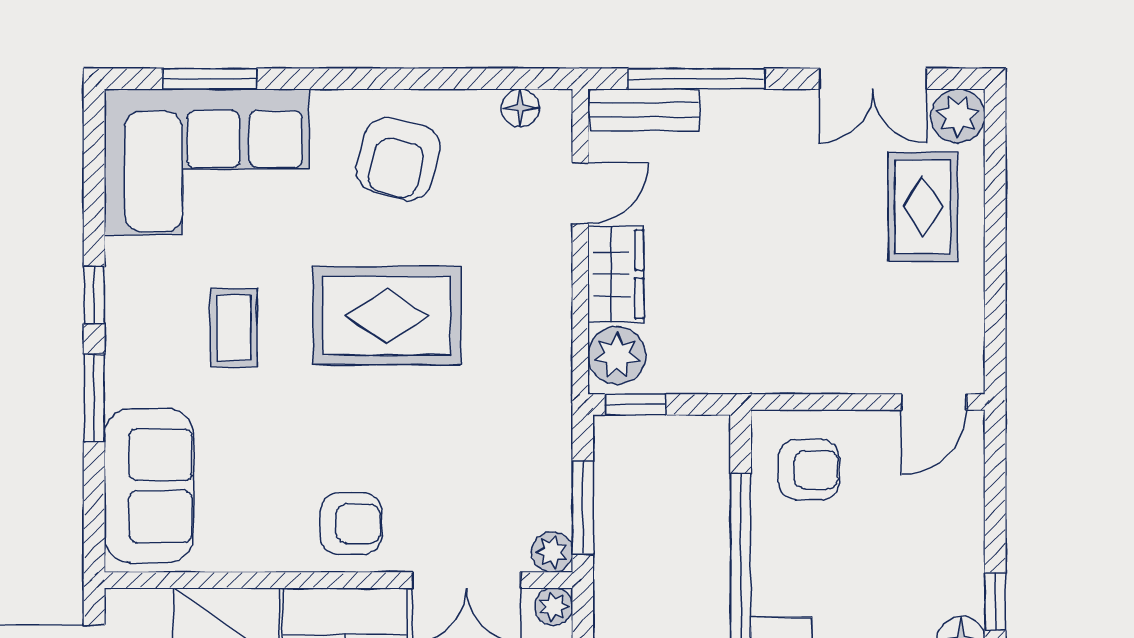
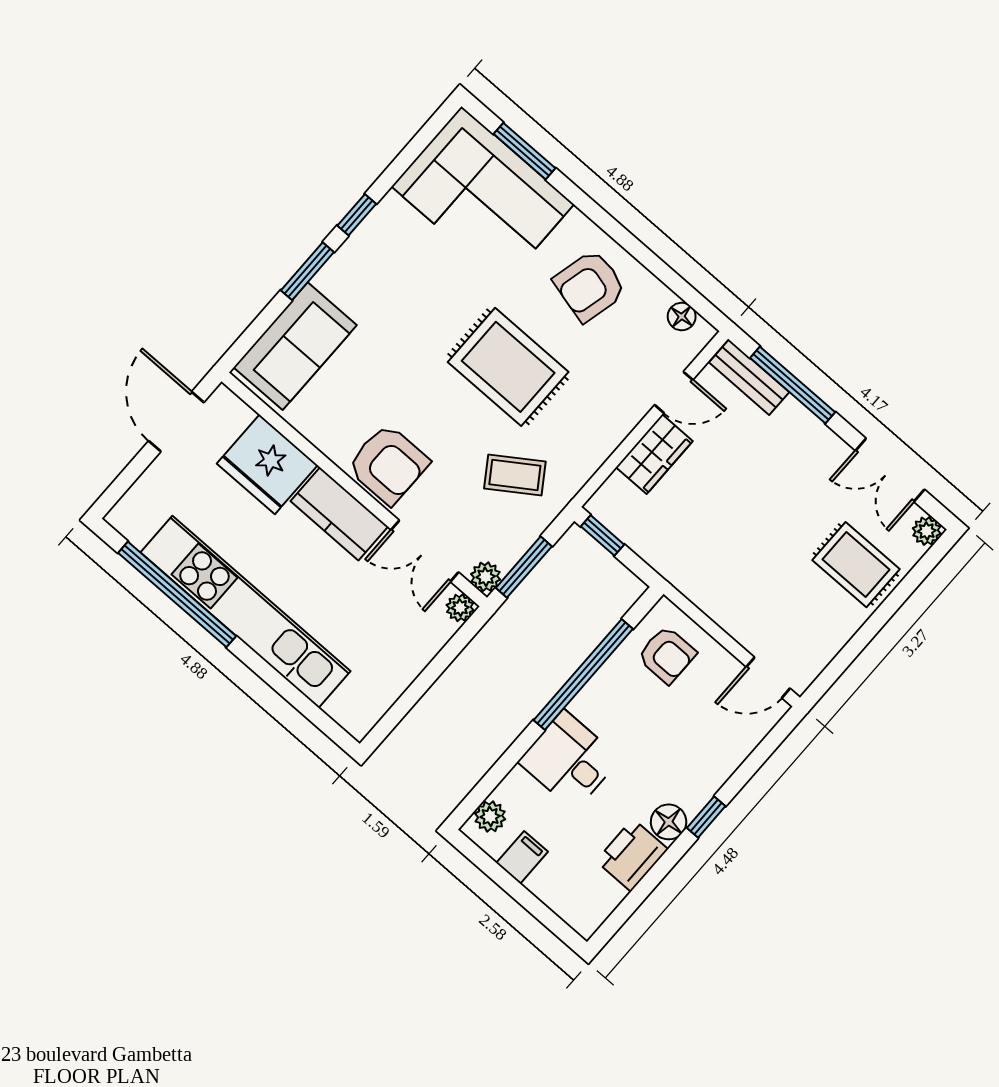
plant: (958, 116) -> (927, 531), width x0.73, depth x0.73
rug: (923, 207) -> (856, 565), turned 90
coffee table: (234, 328) -> (515, 475), moved, turned 56
plant: (617, 355) -> (616, 499), removed
armchair: (351, 524) -> (388, 464), width x1.38, depth x1.38

